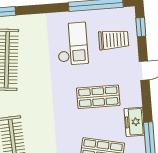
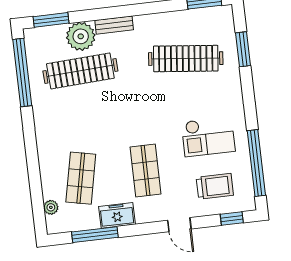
trolley: (114, 40) -> (215, 186), turned -90

